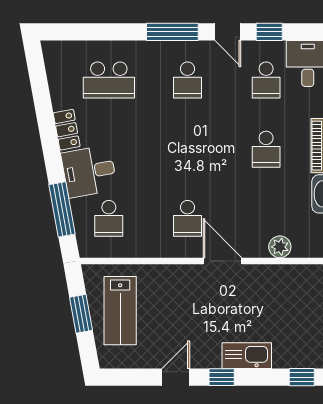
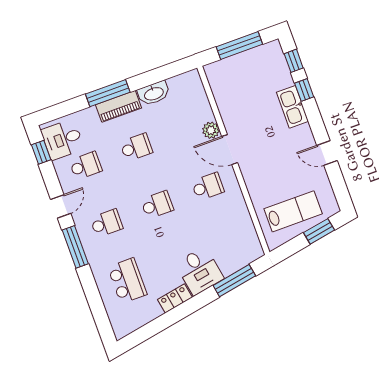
window: (269, 32) -> (41, 152), moved
school desk: (109, 218) -> (157, 205), moved
plant: (280, 247) -> (211, 130), moved
door: (222, 261) -> (230, 150), hinge flipped
window: (81, 314) -> (319, 231), moved
window: (222, 377) -> (304, 90), moved

